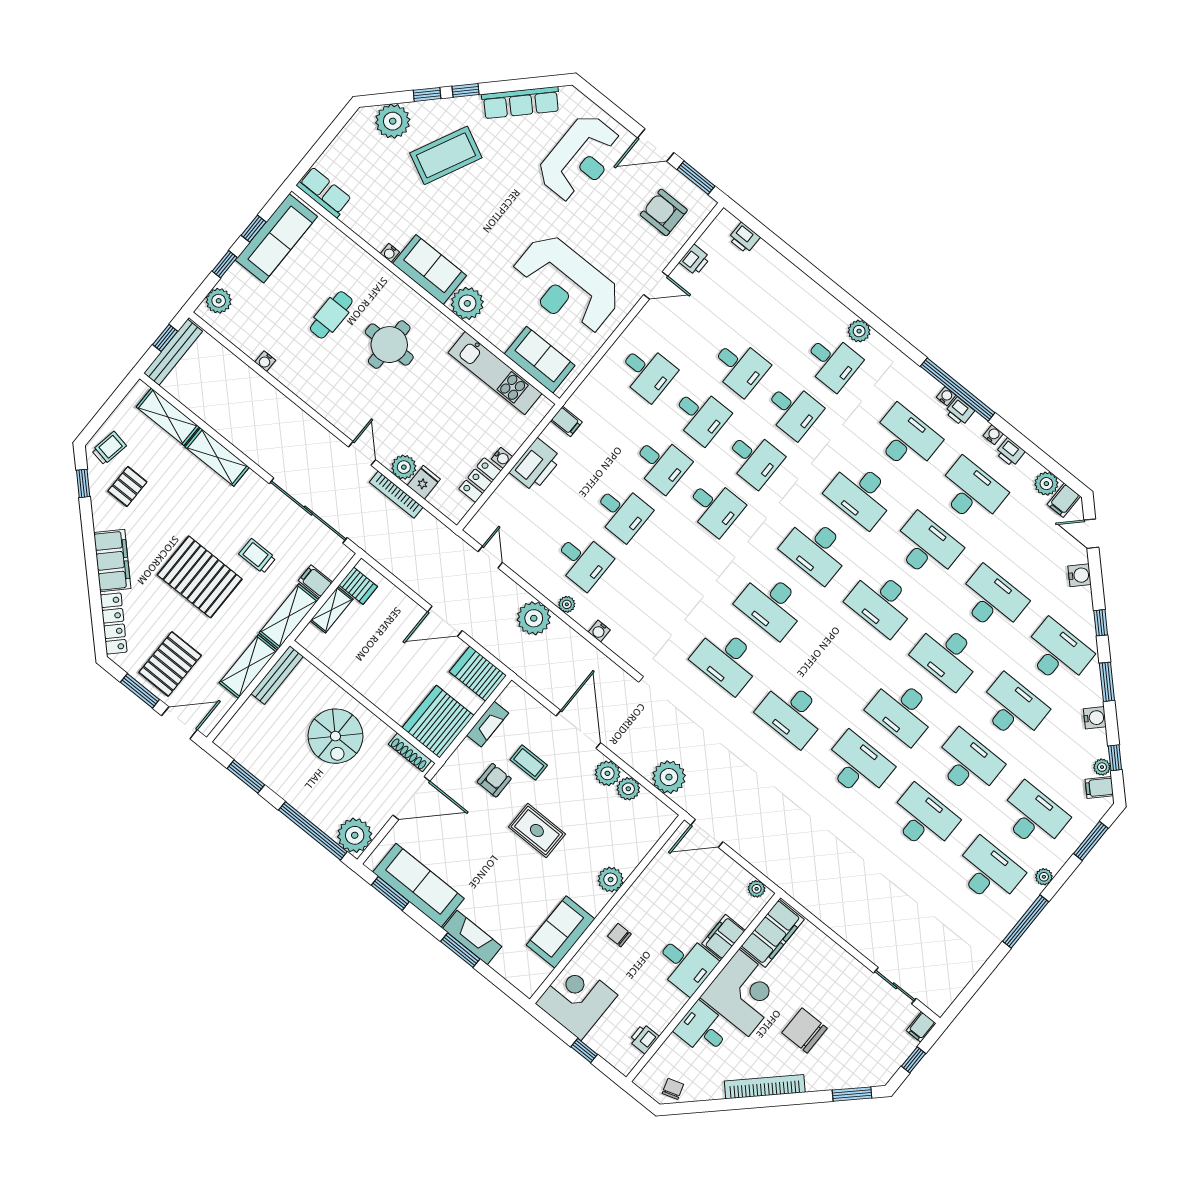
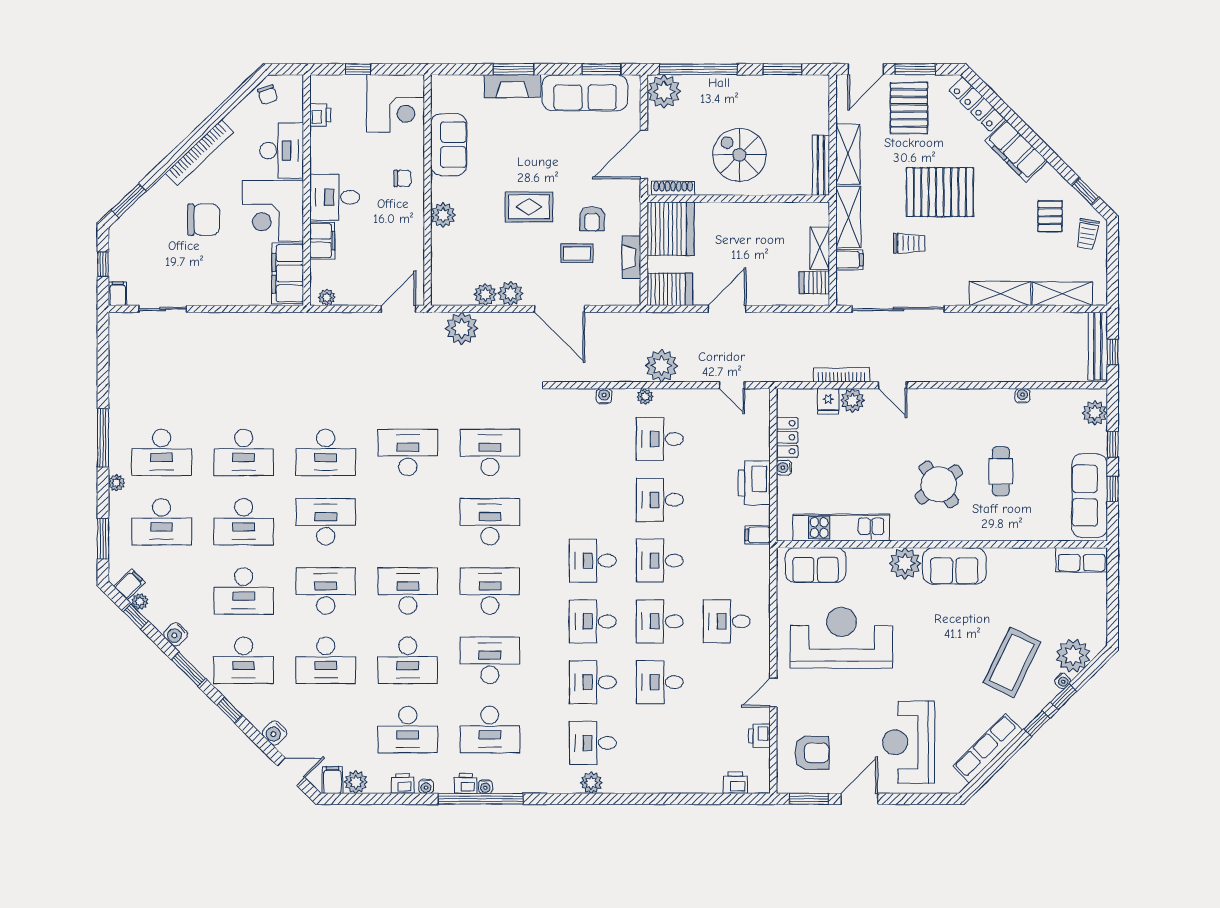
water cooler: (390, 253) -> (1063, 681), moved, turned 135
round table: (389, 345) -> (939, 484), turned -37
desk: (703, 1029) -> (282, 151), width x1.37

